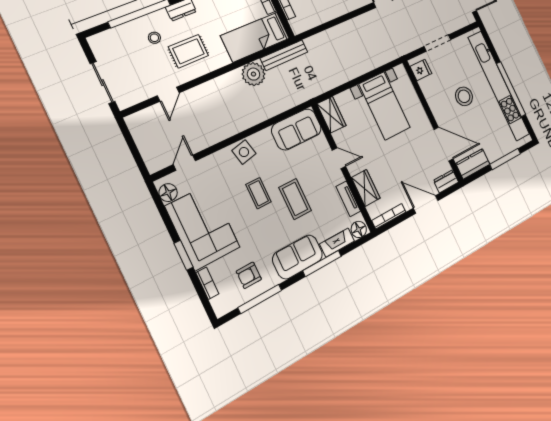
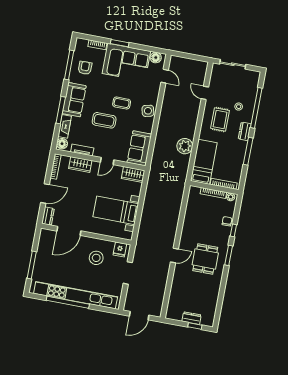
bench: (284, 55) -> (183, 171), removed
stool: (464, 96) -> (96, 258), moved
kitchen counter: (473, 164) -> (45, 241), removed

